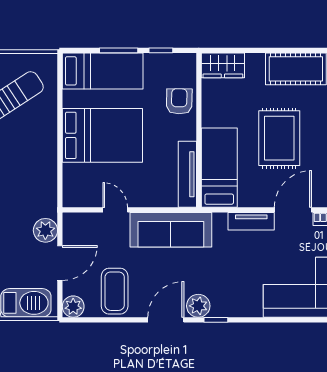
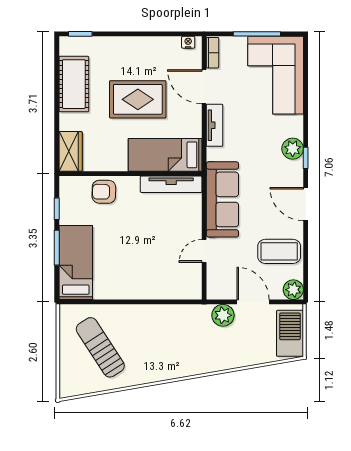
bed: (102, 135) -> (135, 263), removed
plant: (198, 306) -> (293, 149), moved

